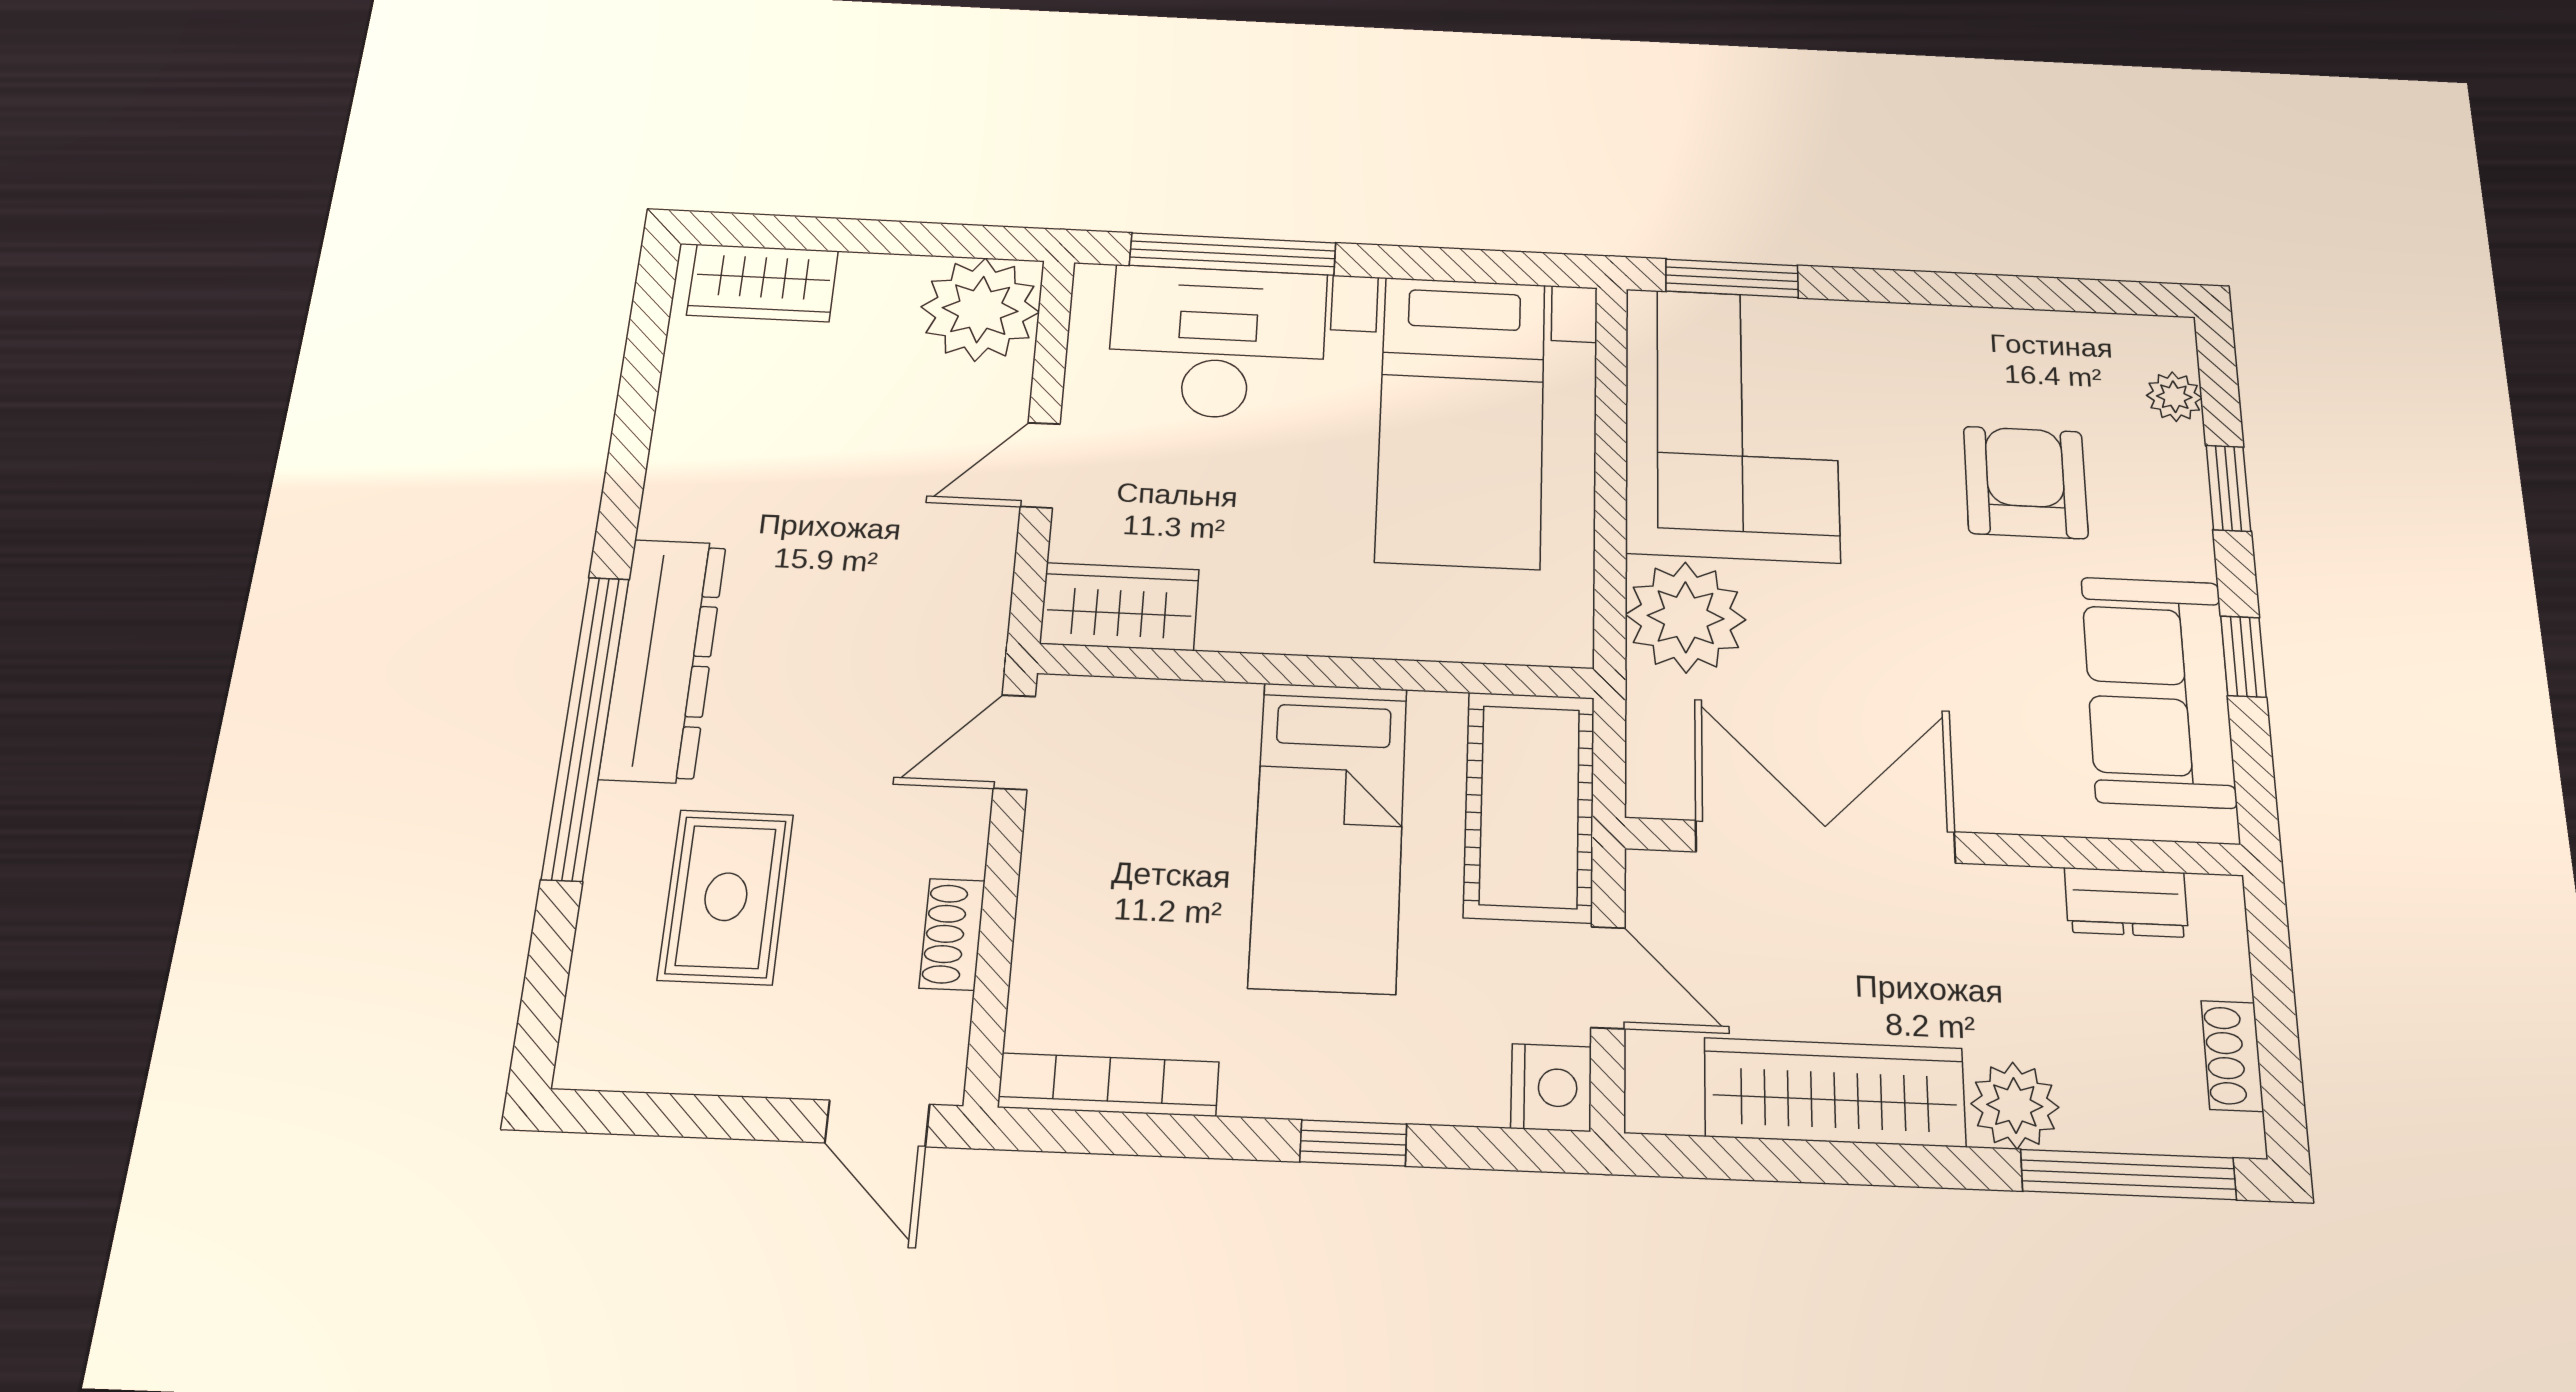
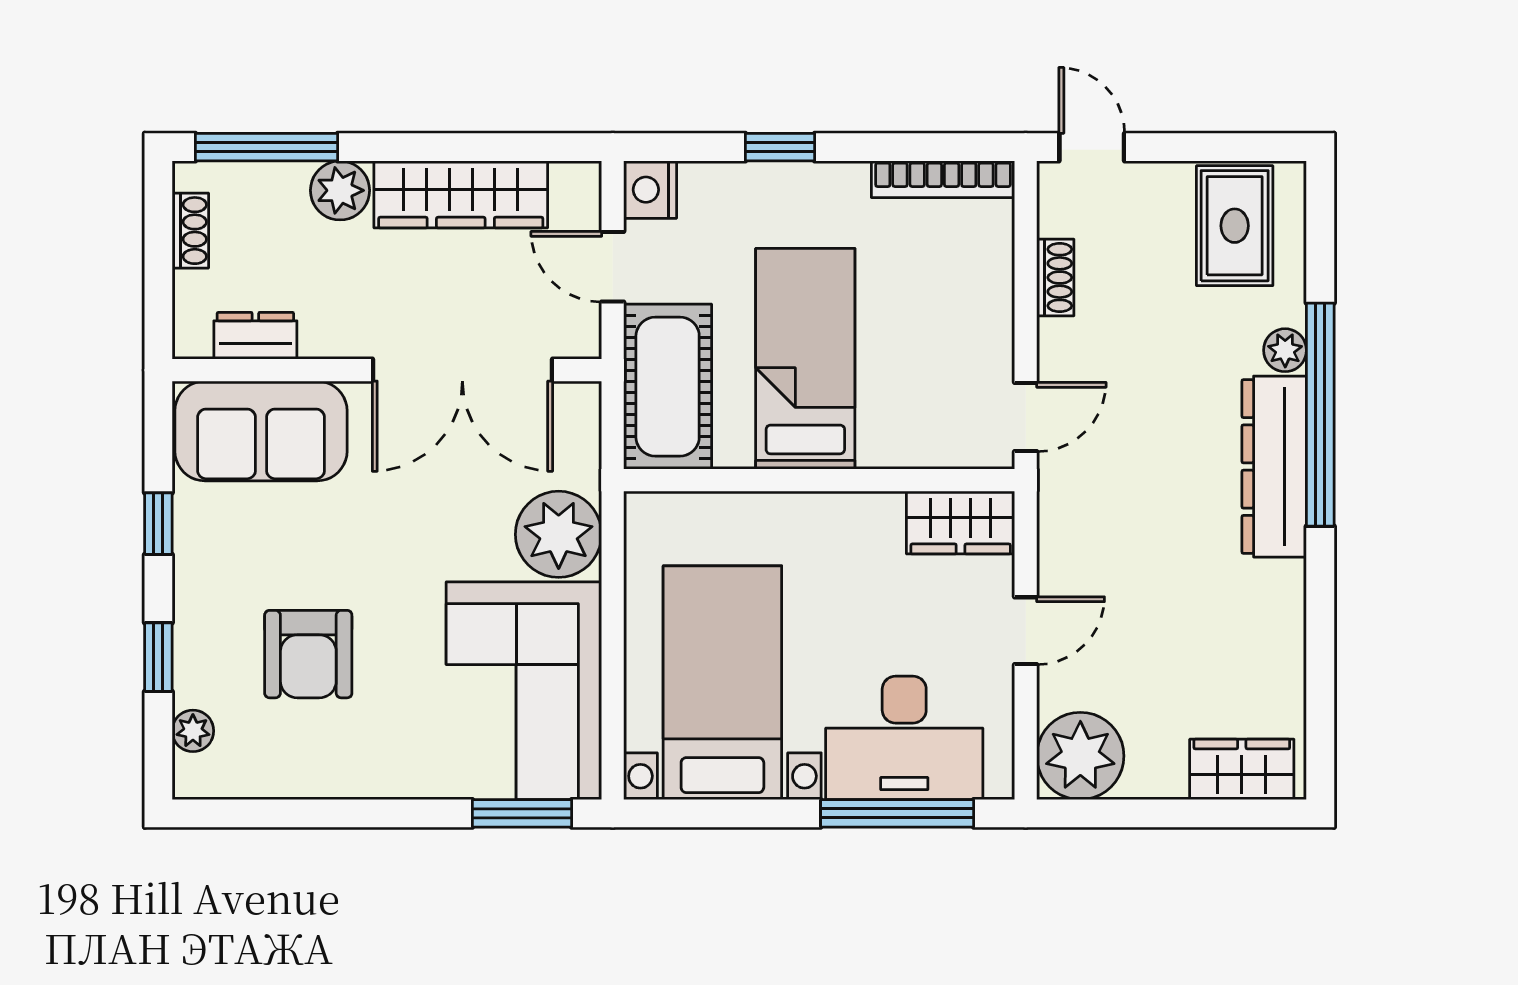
sofa: (2158, 691) -> (261, 431), moved, turned 90
plant: (624, 817) -> (1285, 350), added
rug: (726, 897) -> (1235, 226), moved

